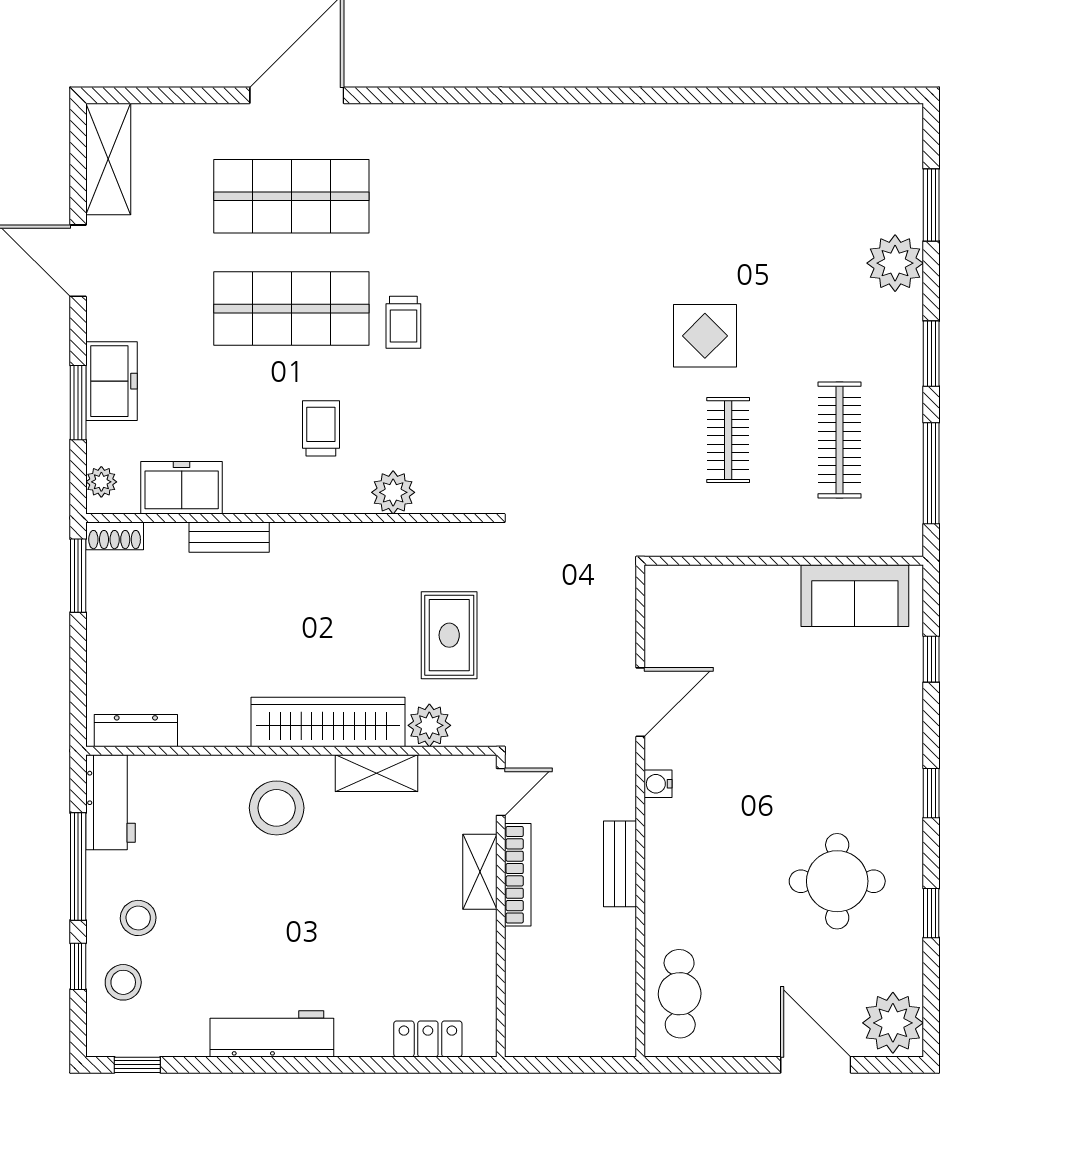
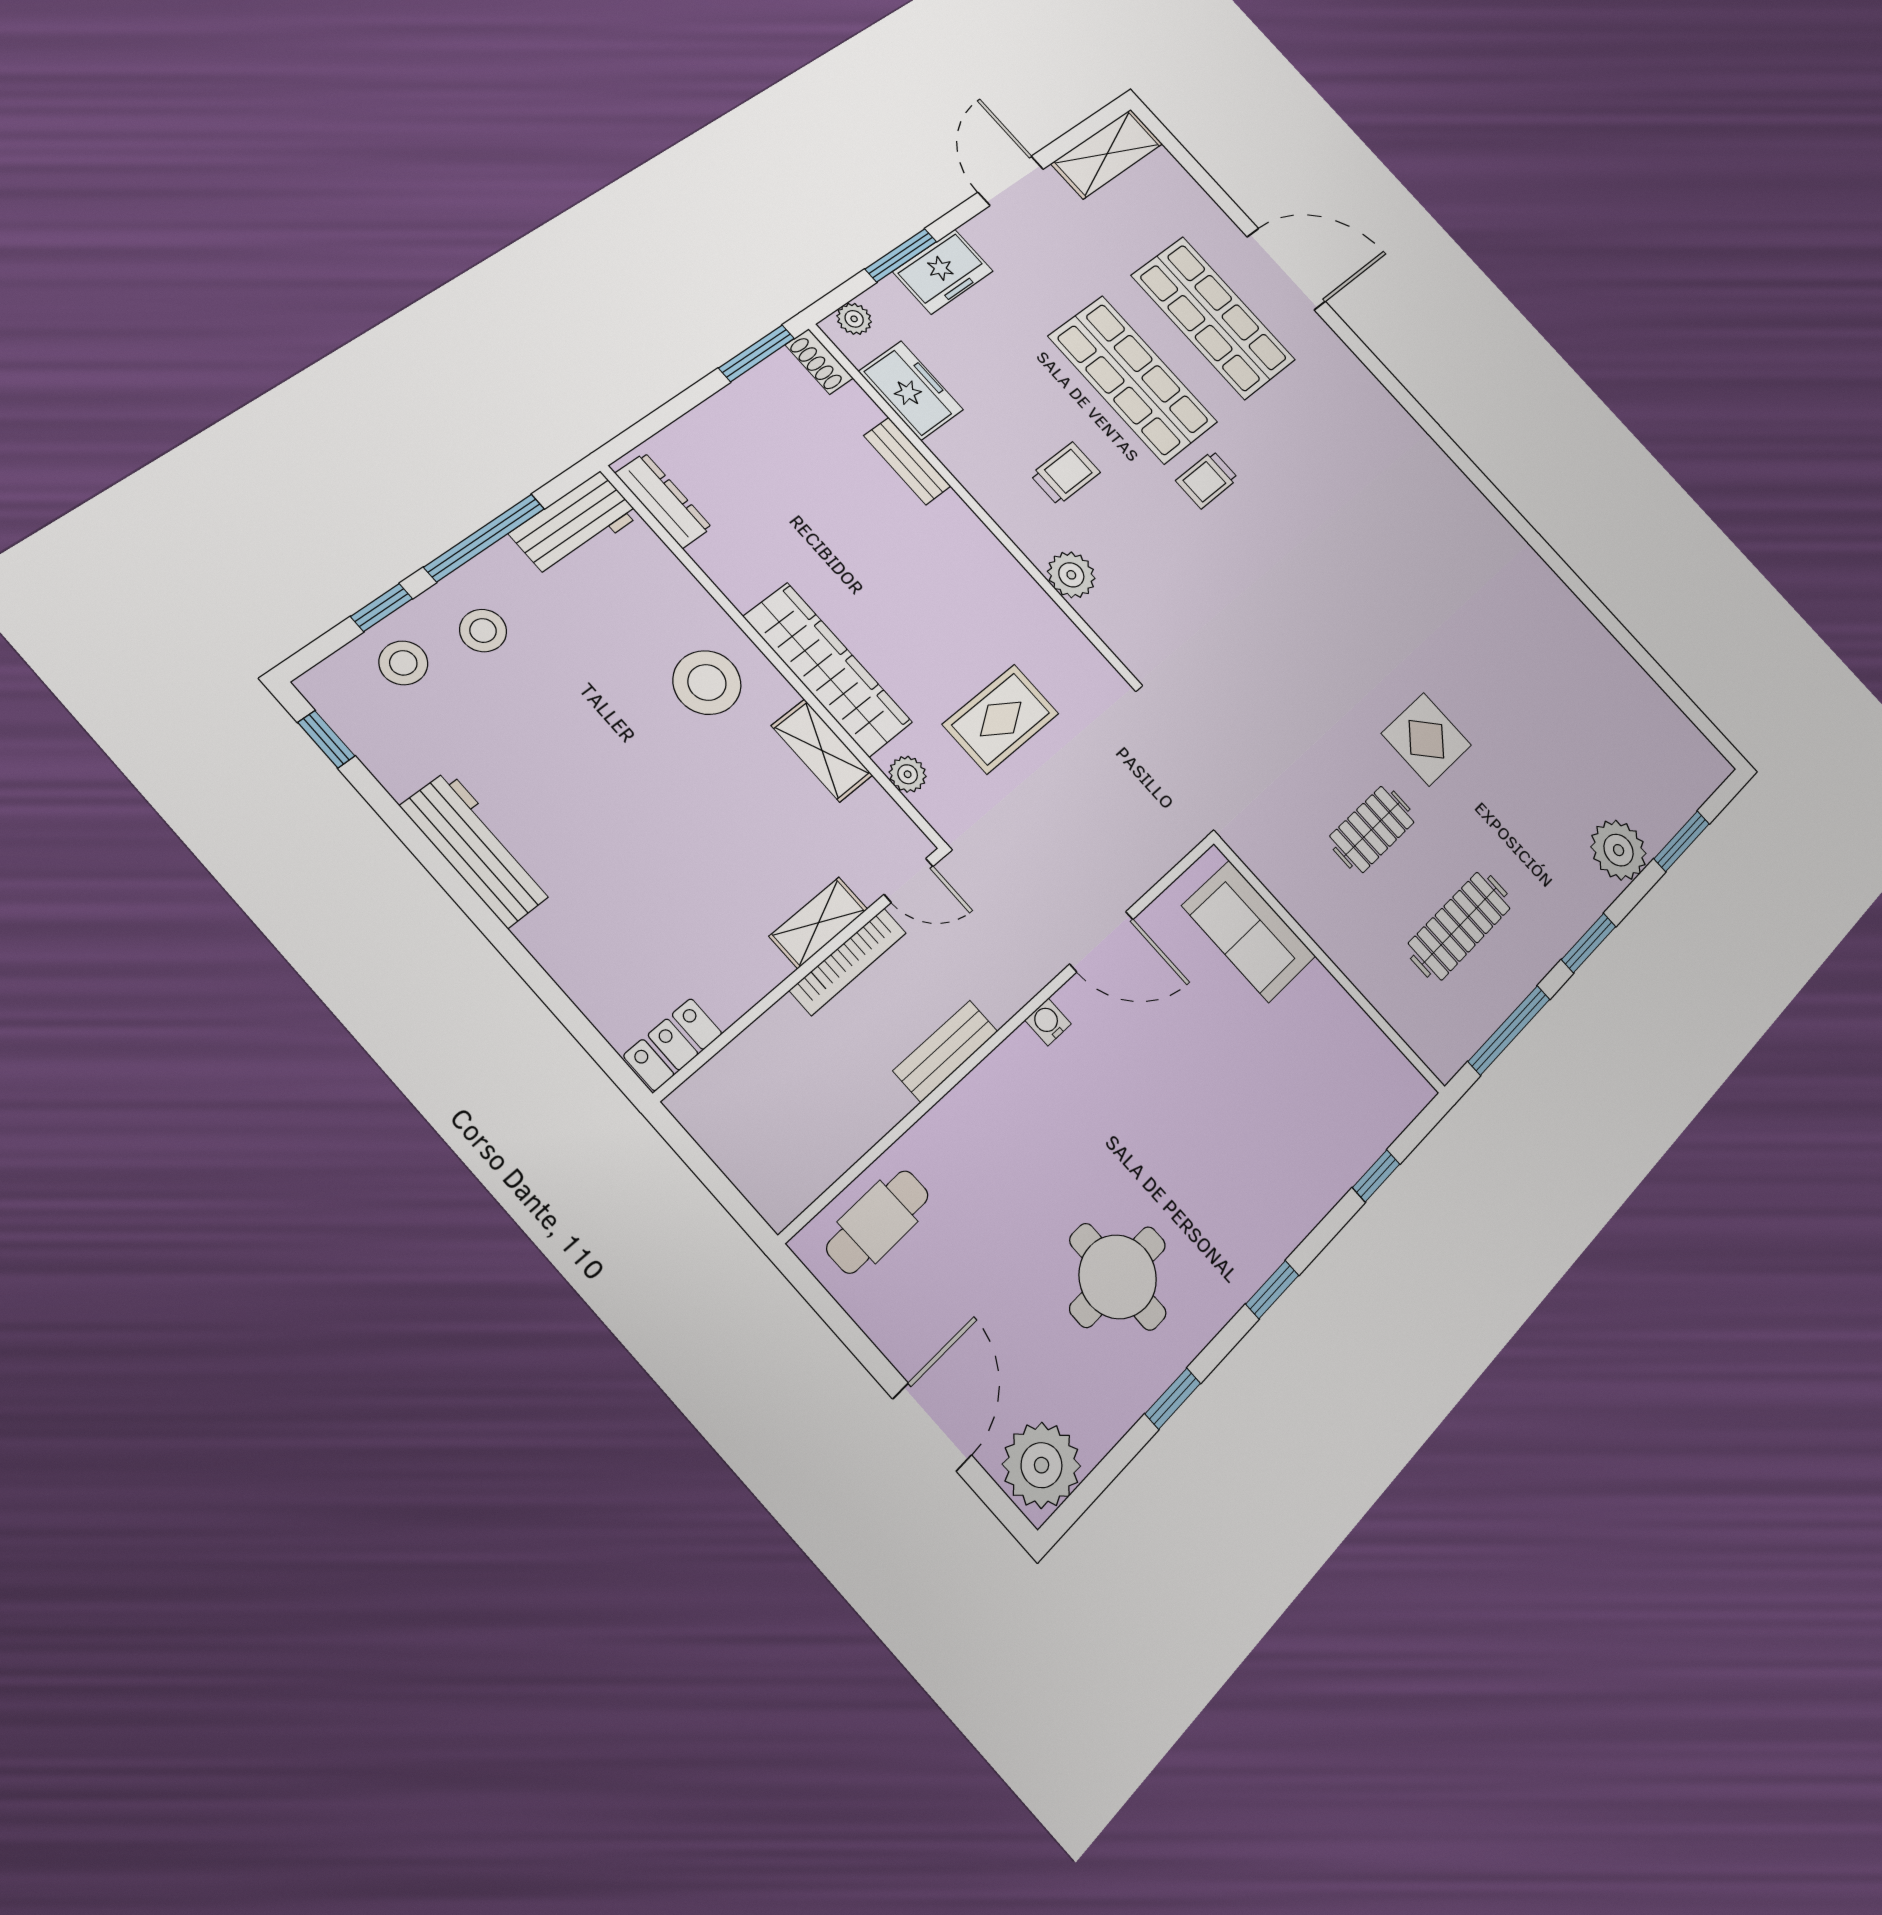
sofa: (855, 596) -> (1249, 931), moved
plant: (429, 725) -> (908, 774), width x0.73, depth x0.73
locker: (428, 1039) -> (673, 1044), moved, turned -90

